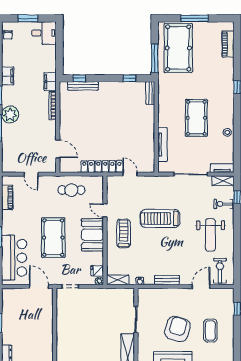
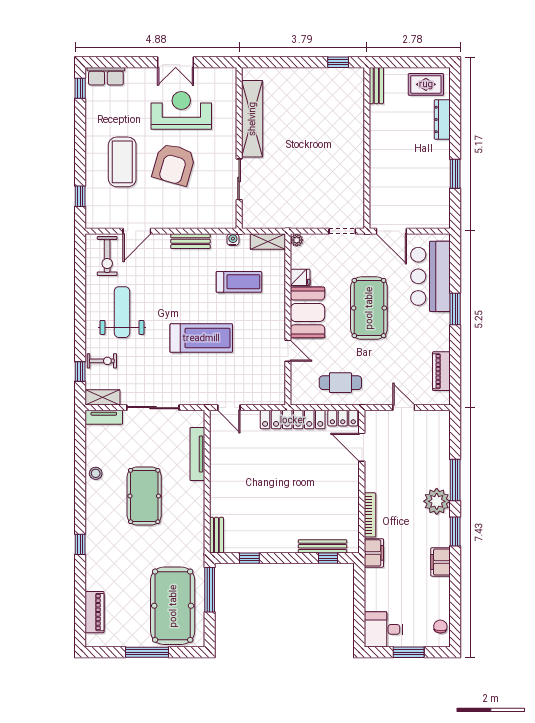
locker: (70, 167) -> (343, 418), added
door: (130, 174) -> (229, 408), moved
treadmill: (124, 234) -> (239, 282), moved, turned -90
fridge: (97, 271) -> (300, 277), moved
coffee table: (210, 331) -> (122, 162), width x1.36, depth x1.32

